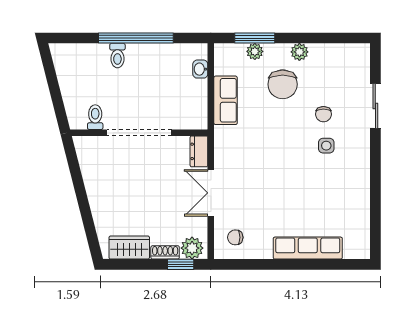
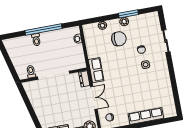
window: (255, 38) -> (128, 14), moved
chair: (283, 84) -> (119, 39), turned -90
row of seats: (226, 100) -> (96, 70), moved
double door: (211, 193) -> (94, 98), swing flipped

